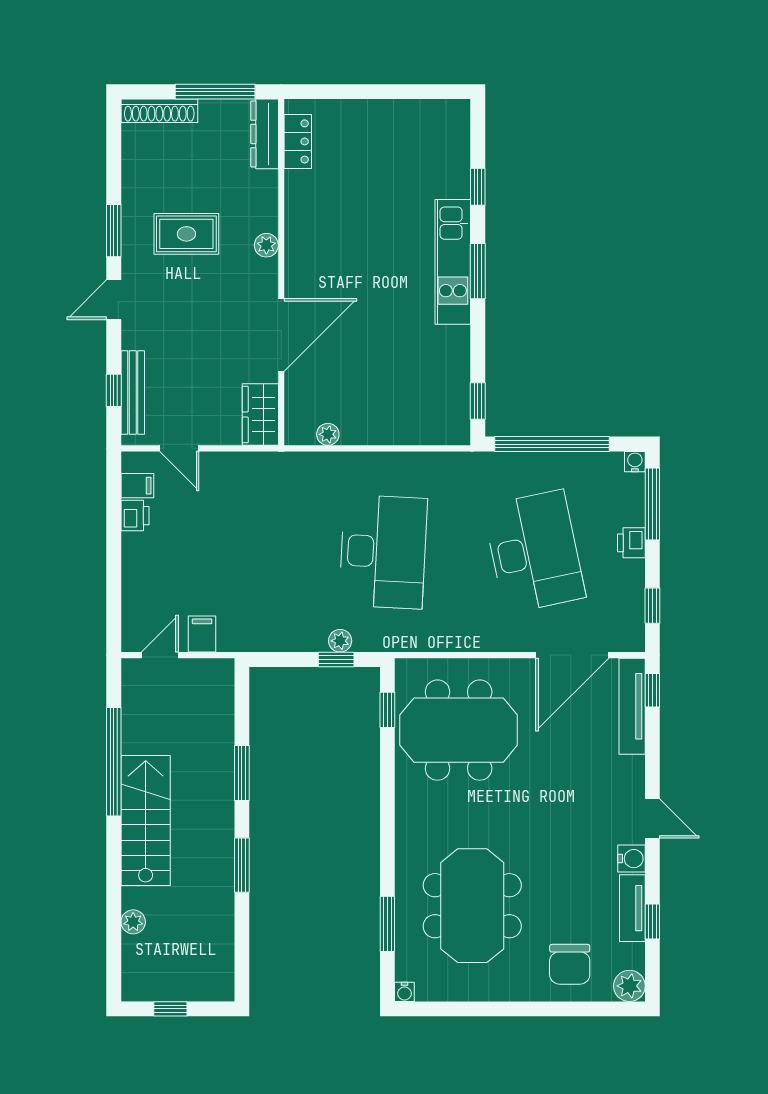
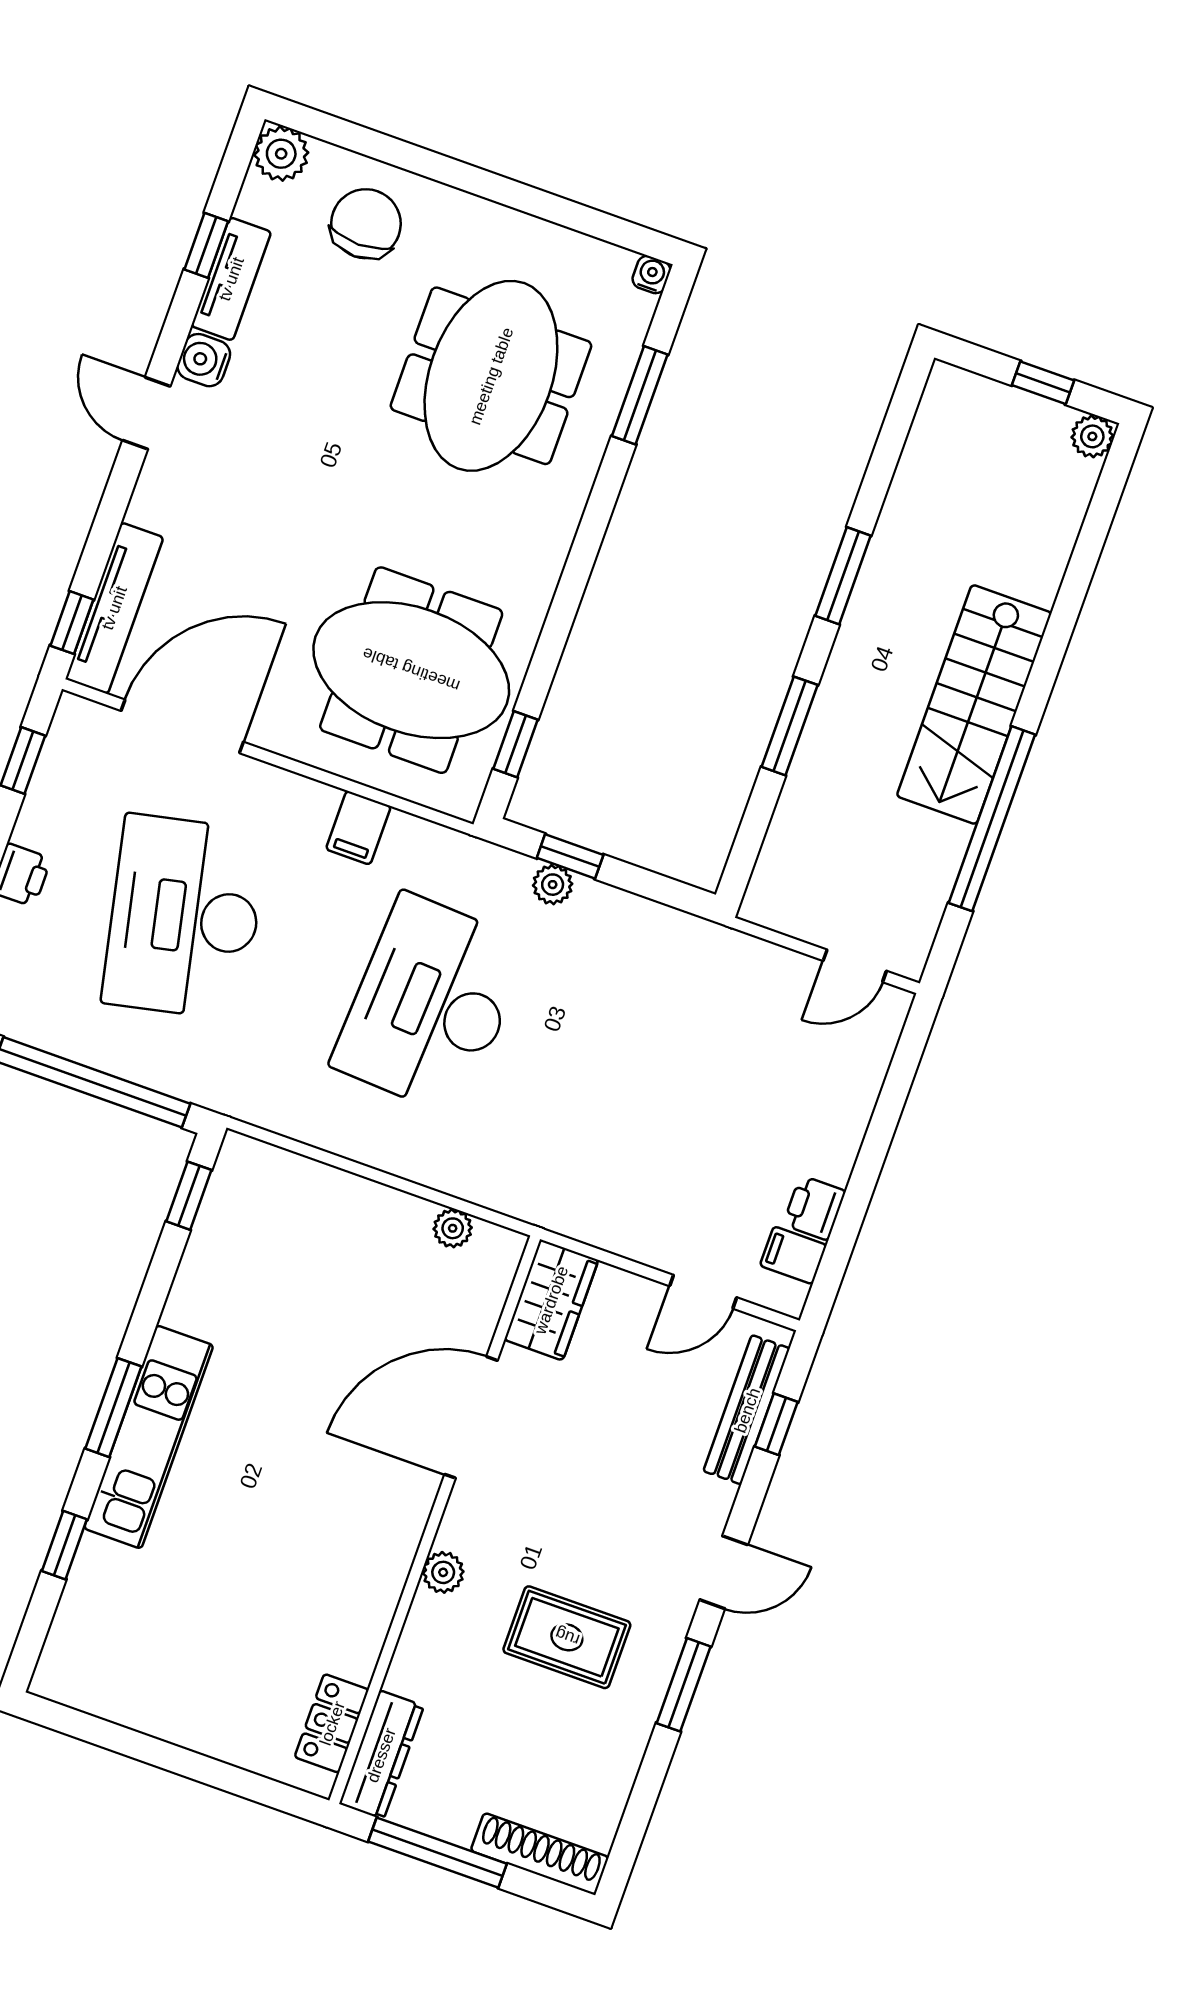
door: (179, 448) -> (703, 1292), swing flipped
filing cabinet: (202, 634) -> (358, 828), moved
plant: (133, 922) -> (1092, 436), moved

